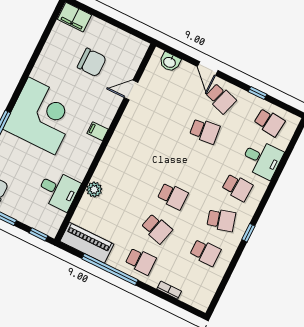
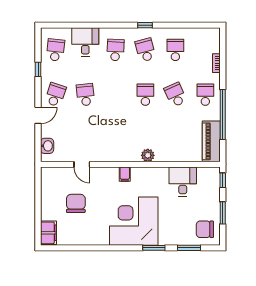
plant: (94, 190) -> (148, 155), moved
school desk: (157, 229) -> (175, 95), turned -39

